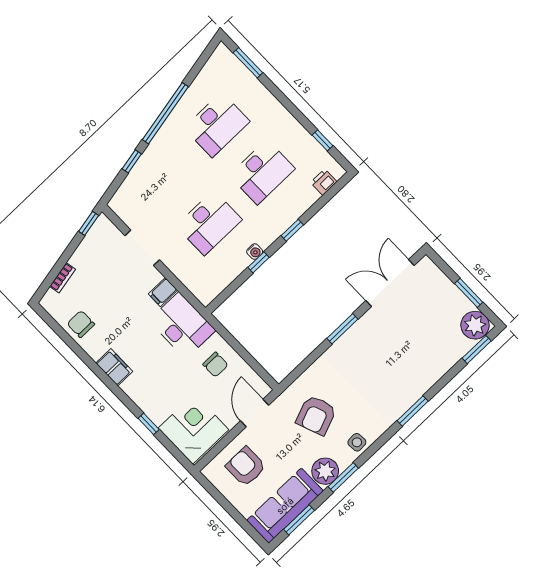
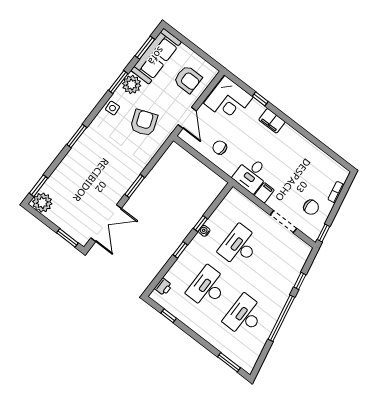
window: (469, 293) -> (67, 238), moved
chair: (81, 324) -> (311, 207), moved
desk: (182, 326) -> (251, 175), width x0.73
filing cabinet: (114, 367) -> (272, 121), moved

